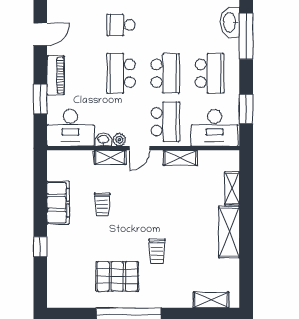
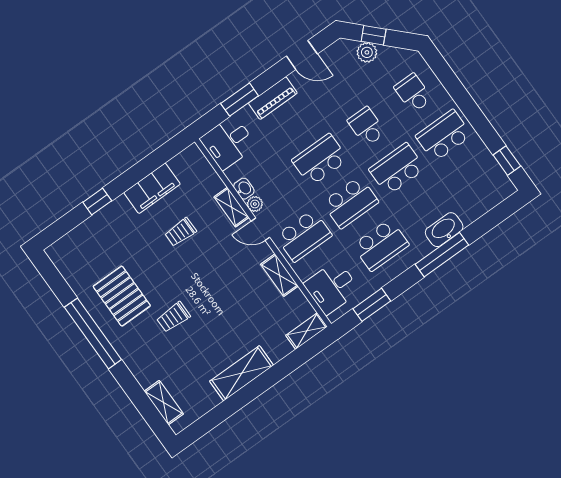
school desk: (165, 25) -> (397, 169), added
desk: (70, 128) -> (228, 142), width x0.73
desk: (215, 128) -> (332, 287), width x0.73
shelving: (232, 188) -> (307, 331), moved

